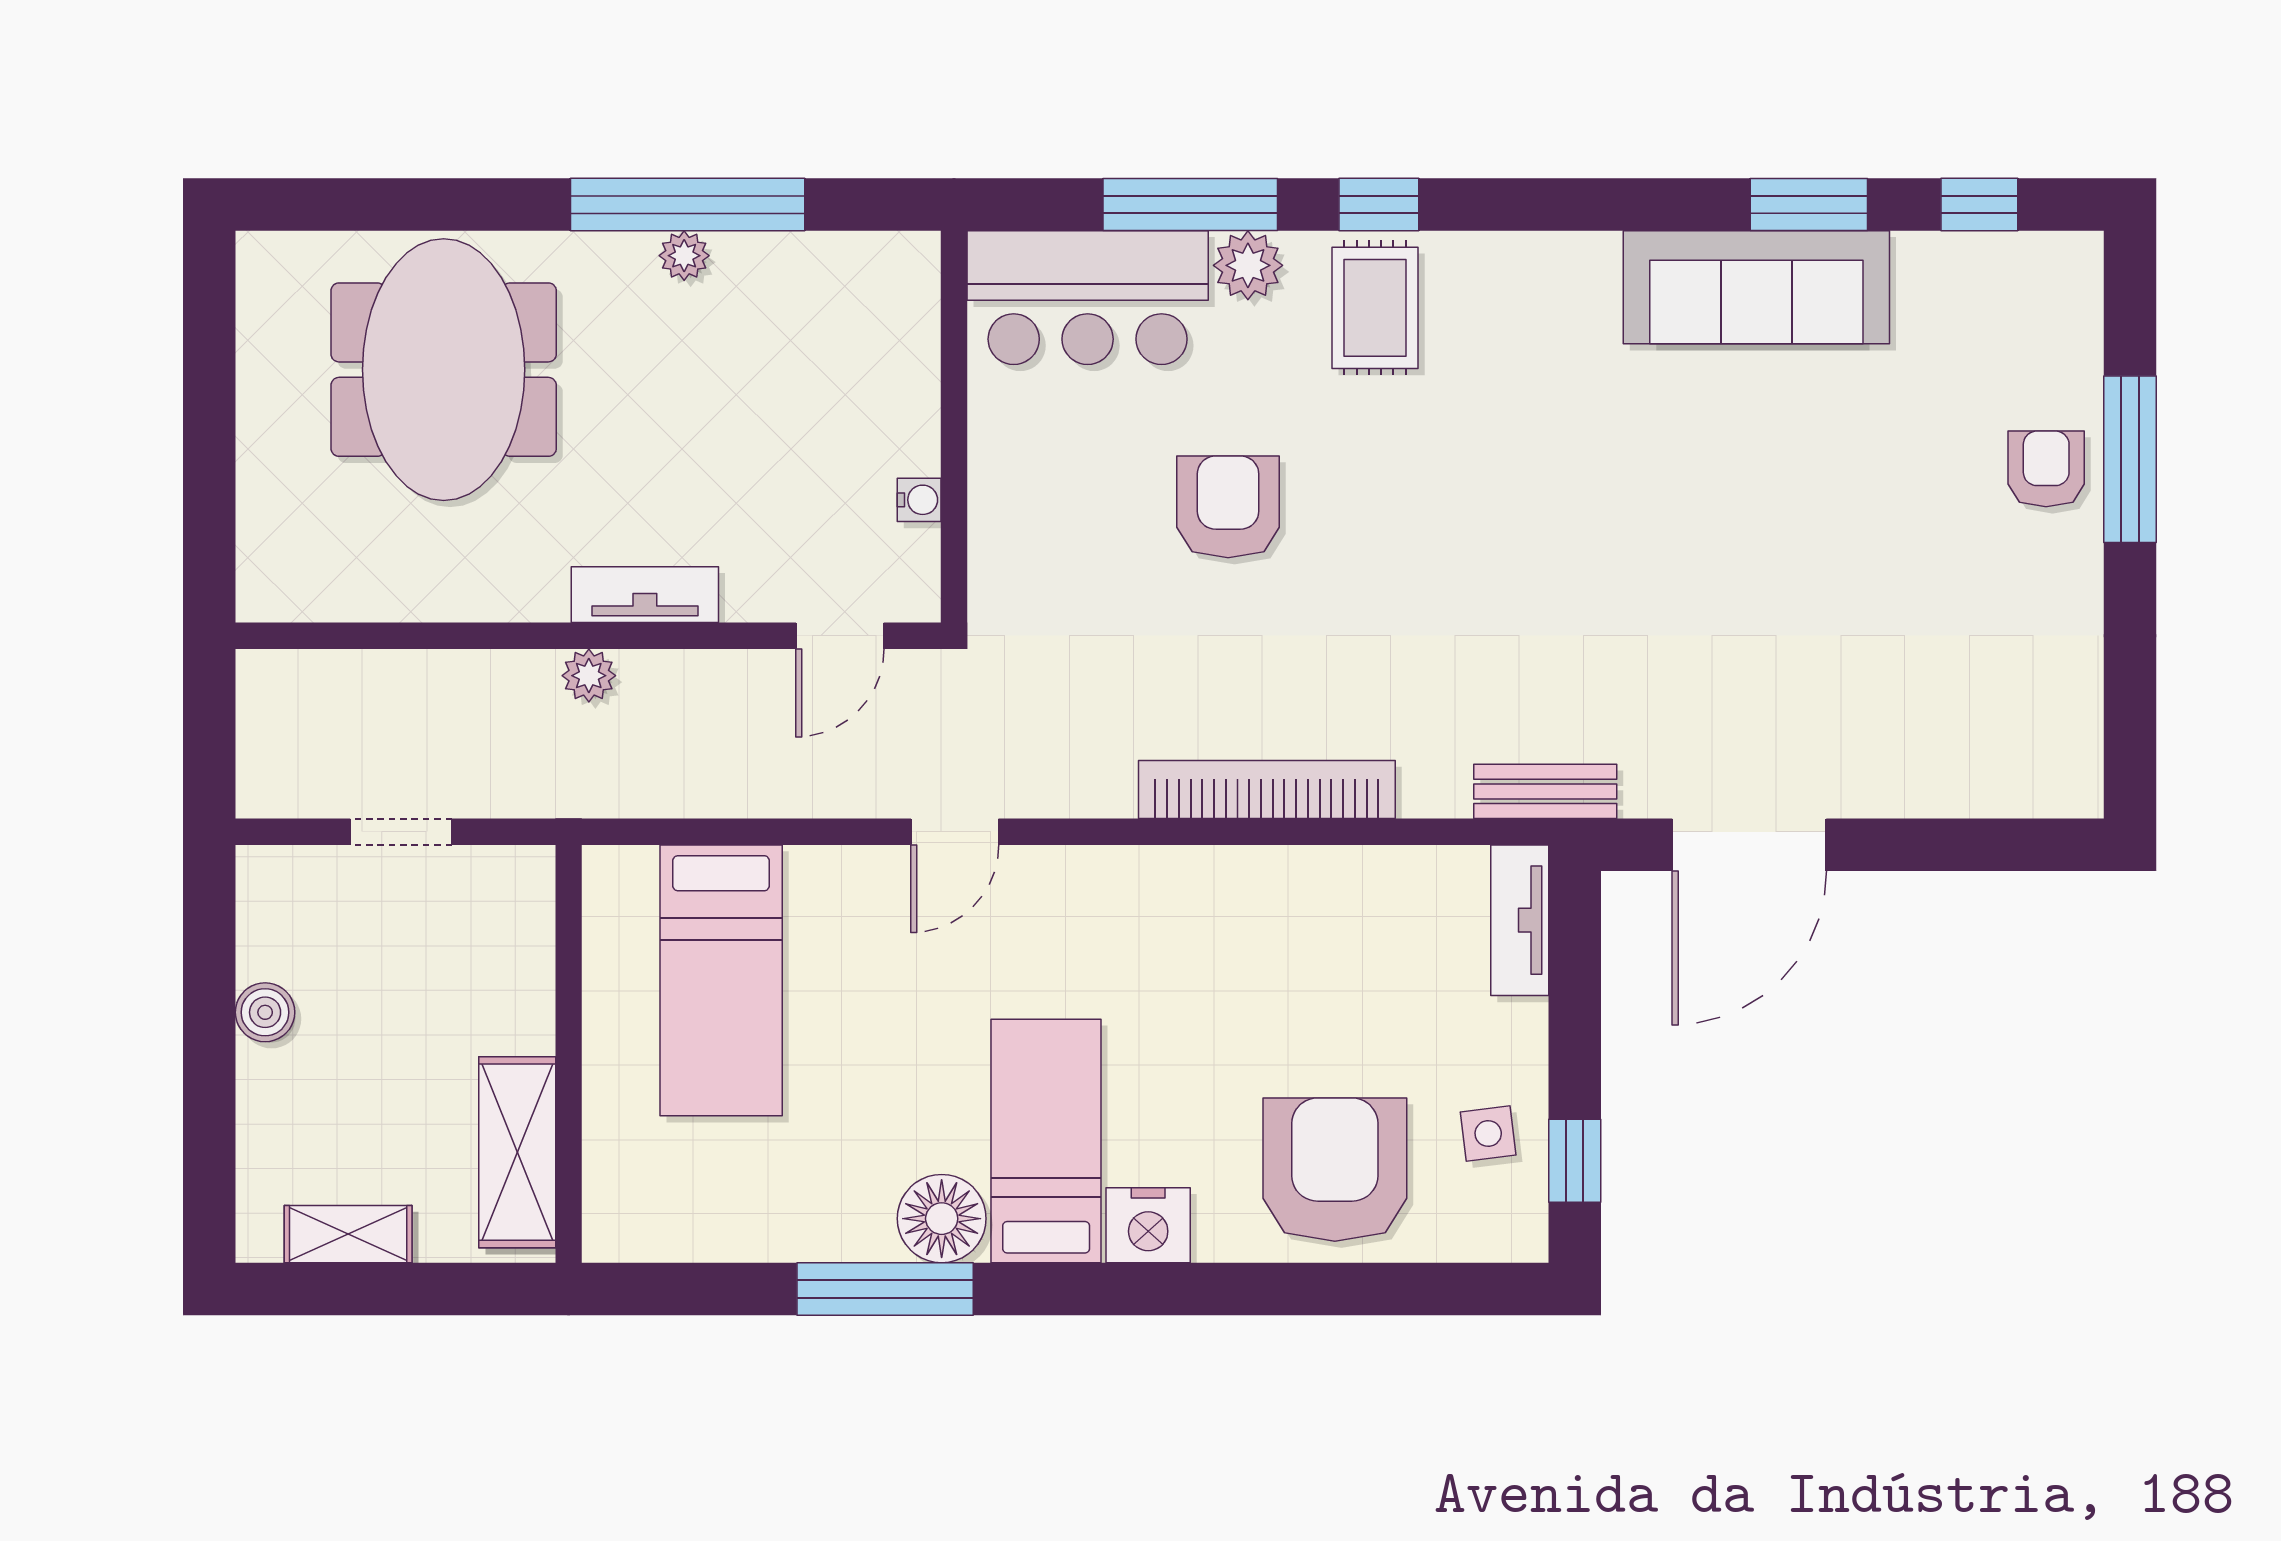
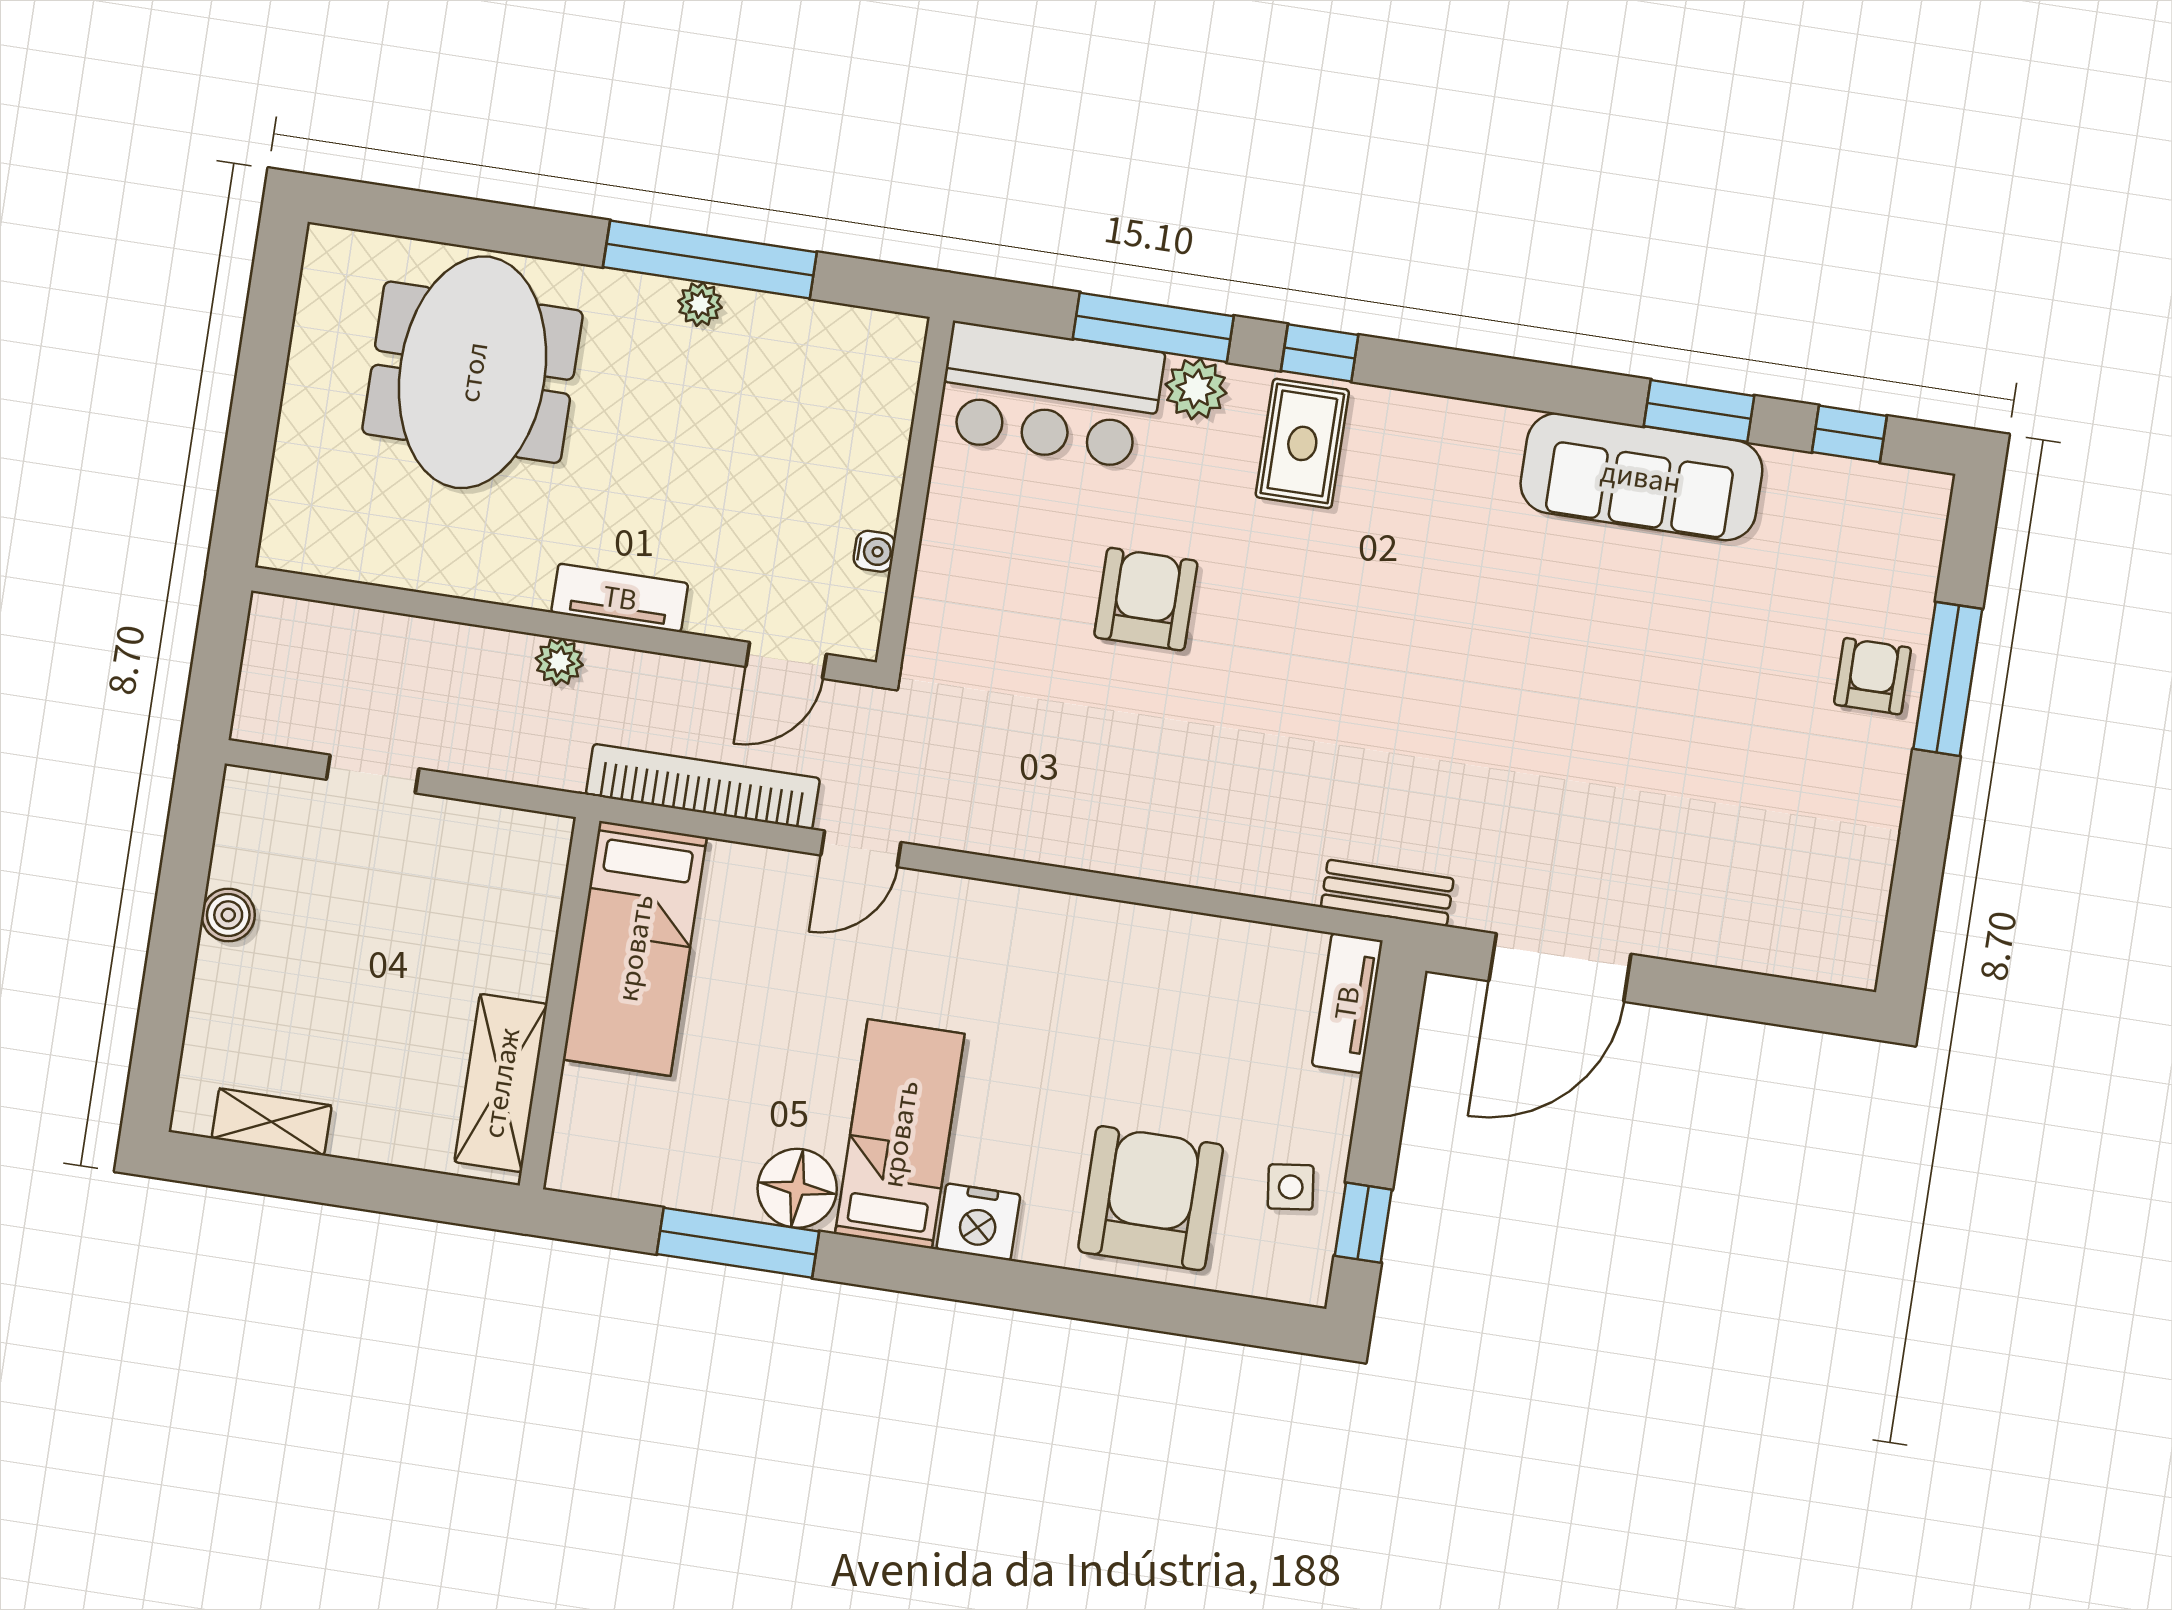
bookcase: (1267, 790) -> (703, 786), moved
wall: (569, 1054) -> (560, 1003), moved
shelving: (517, 1152) -> (501, 1083), moved

